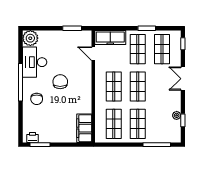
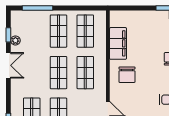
double door: (183, 79) -> (8, 65), moved
chair: (60, 82) -> (127, 75), moved
filing cabinet: (84, 128) -> (118, 43), moved

